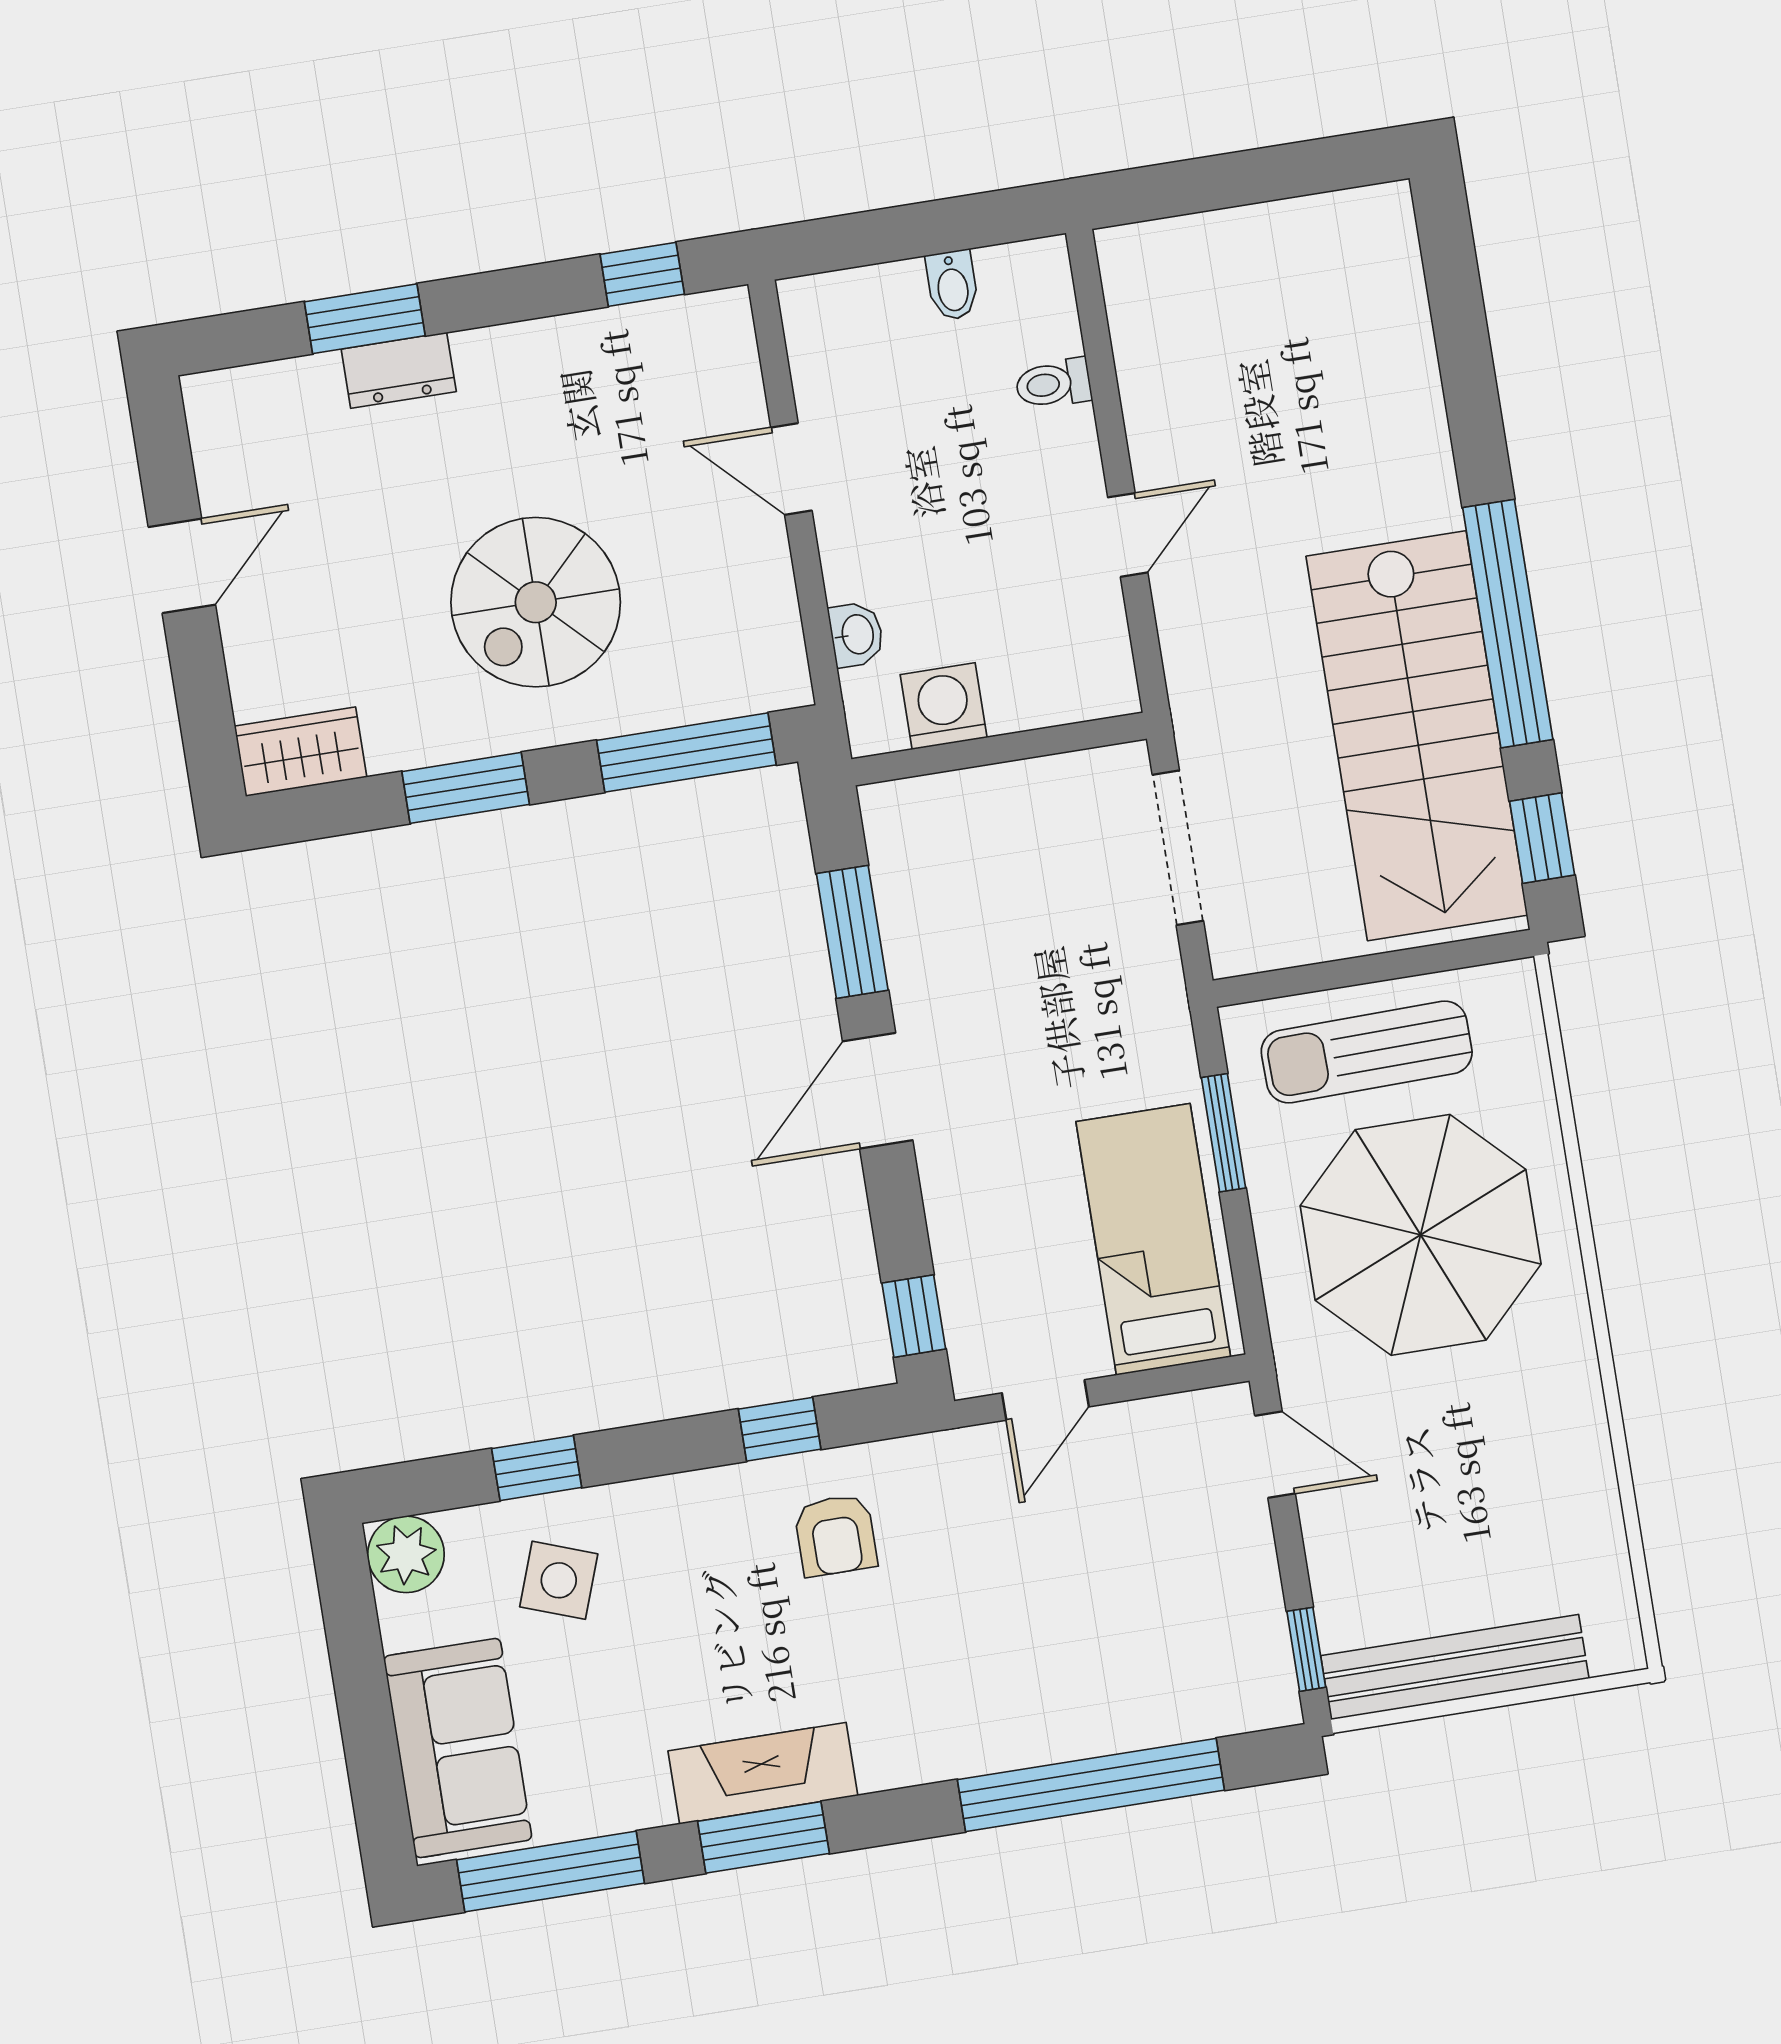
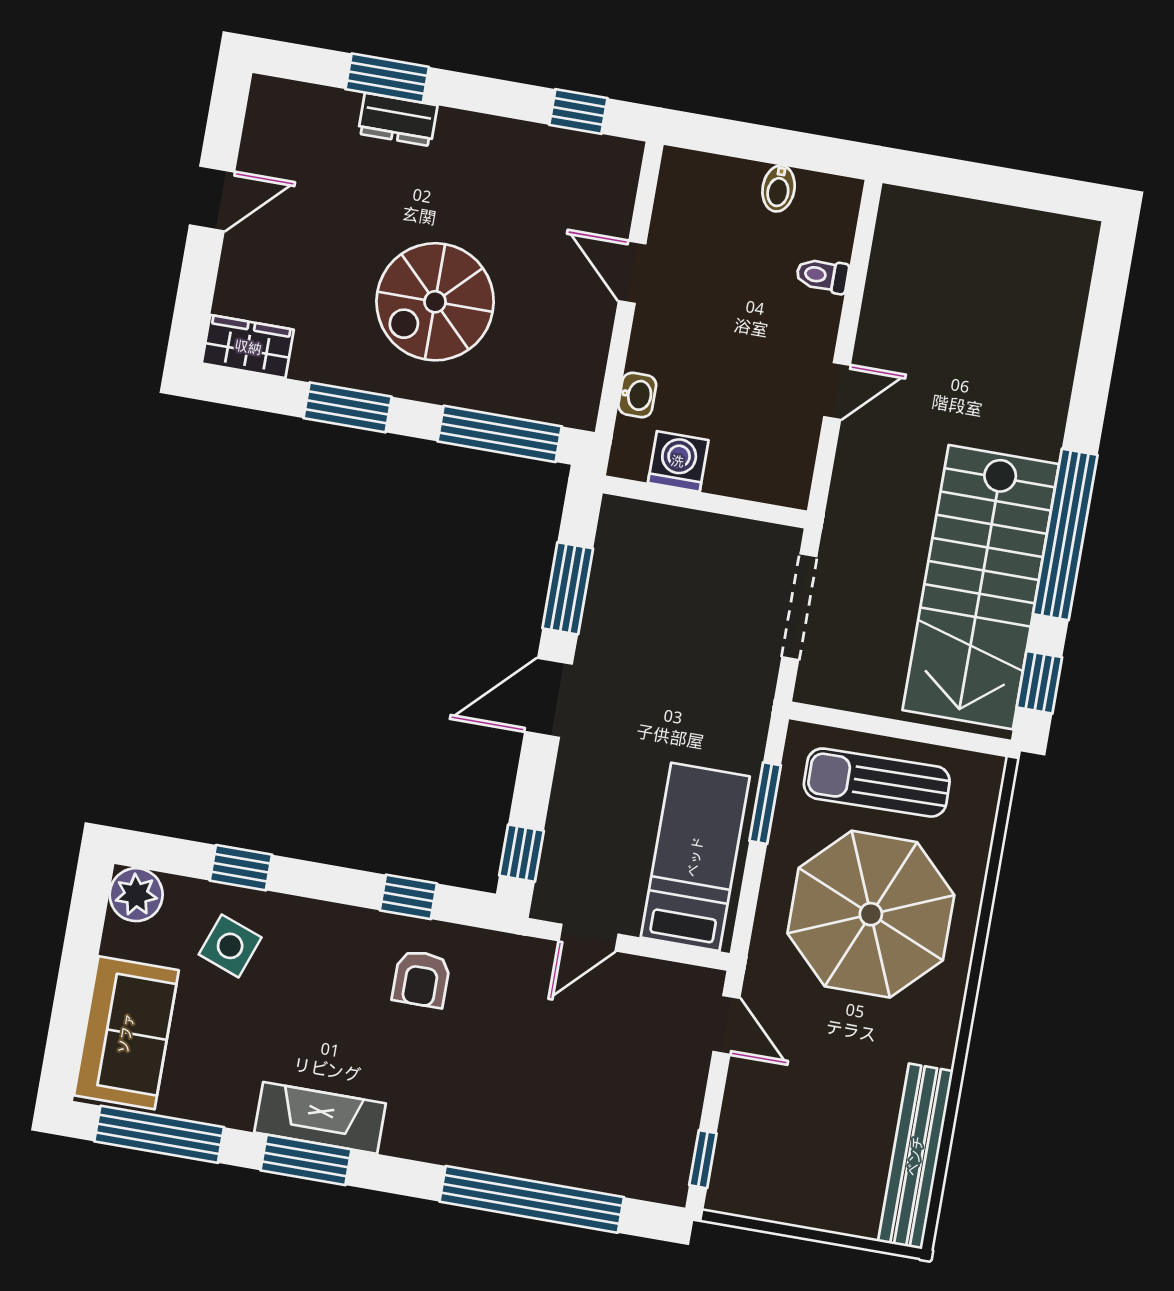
bench: (1455, 1667) -> (915, 1156), moved, turned 90

